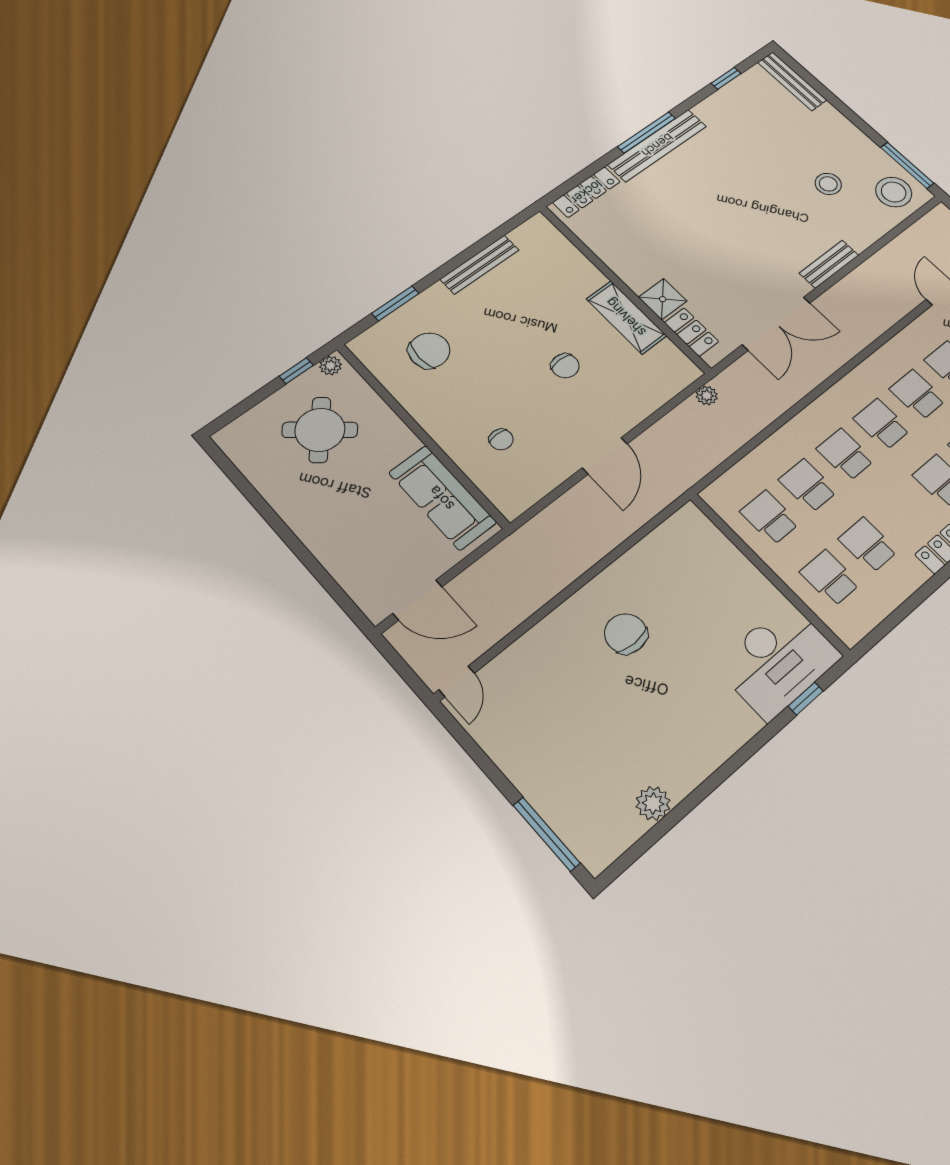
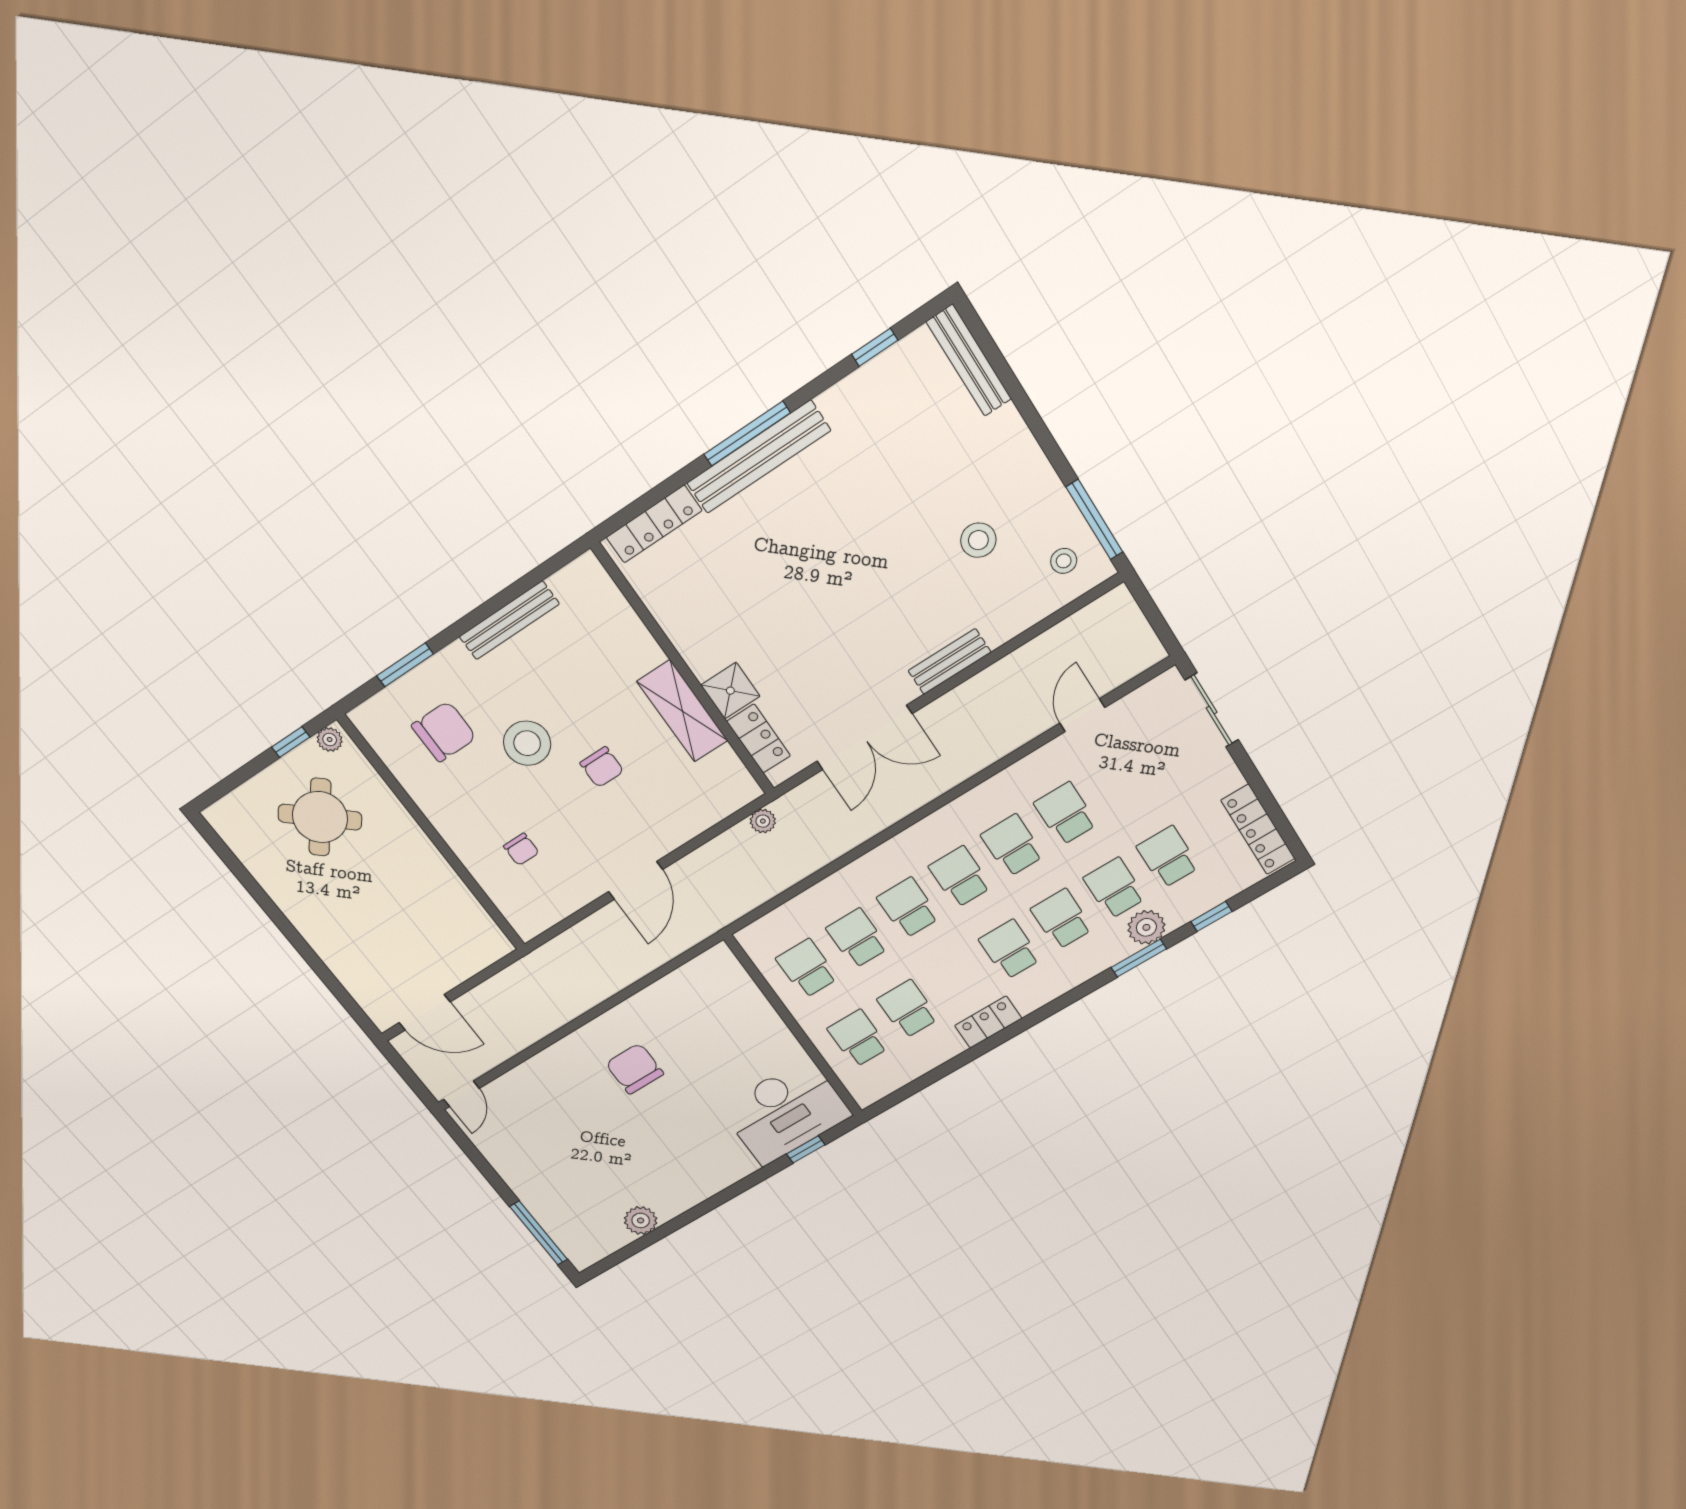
stool: (894, 192) -> (1064, 561), width x0.53, depth x0.53
stool: (500, 353) -> (527, 743), added
sofa: (442, 498) -> (454, 908), removed

